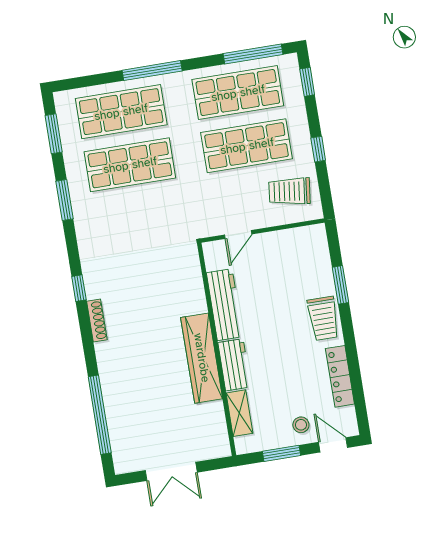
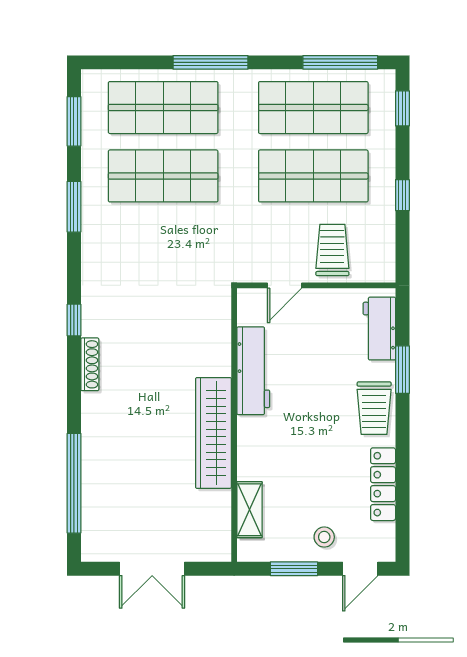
trolley: (290, 191) -> (332, 250), moved, turned 83
workbench: (234, 365) -> (379, 329), moved, turned 180
door: (333, 445) -> (360, 569), swing flipped

